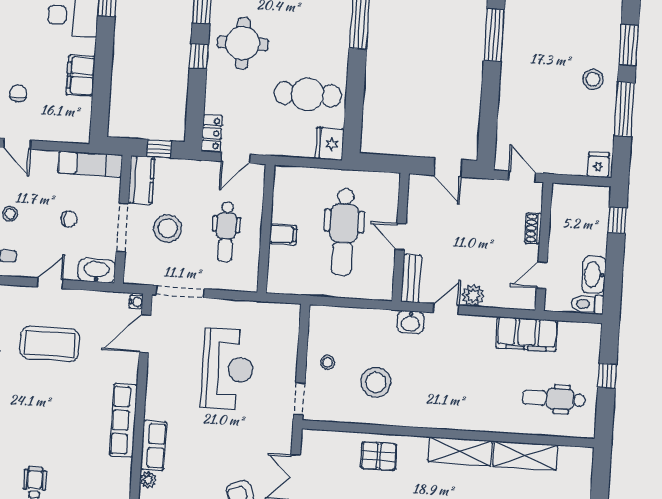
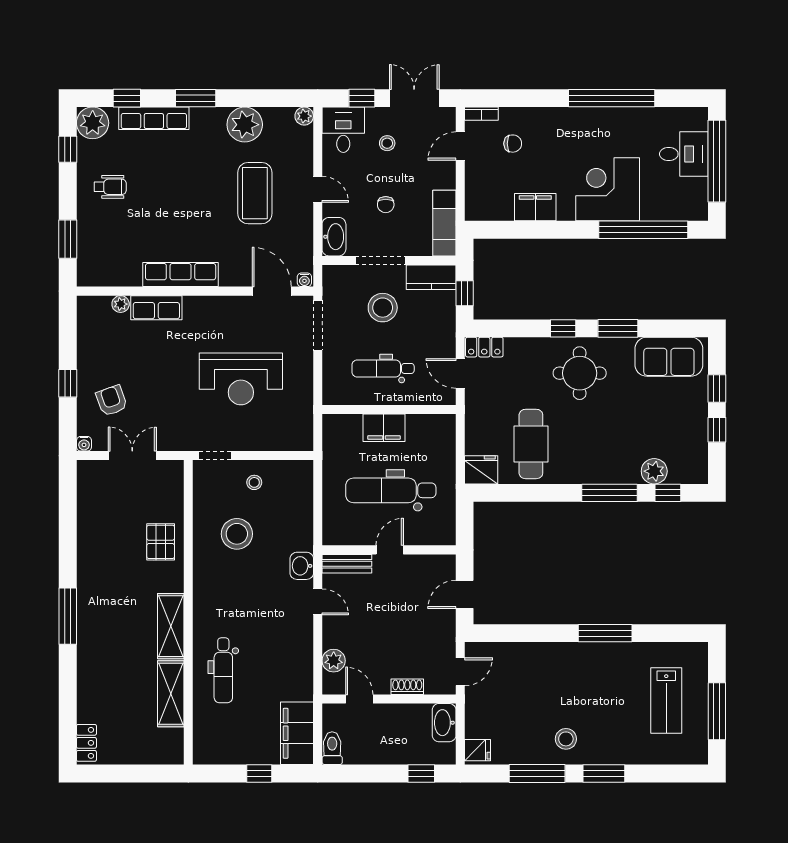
filing cabinet: (283, 235) -> (384, 428), width x2.00
washbasin: (594, 275) -> (444, 723), moved, turned -90
plant: (473, 295) -> (334, 661), moved
filing cabinet: (527, 334) -> (297, 733), moved
dental chair: (554, 399) -> (223, 670), moved, turned 180

